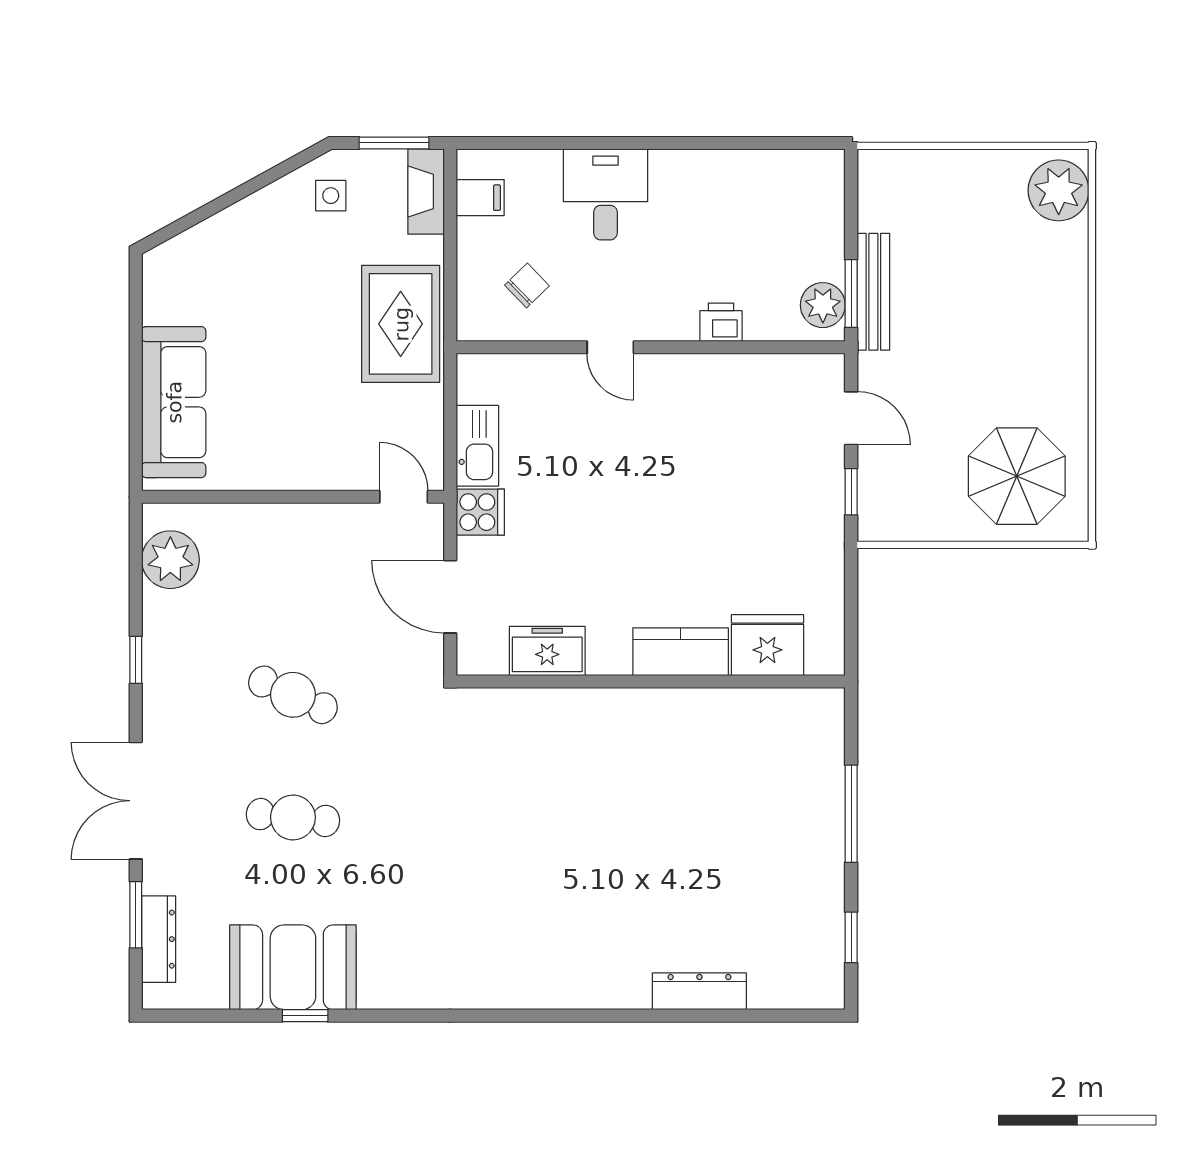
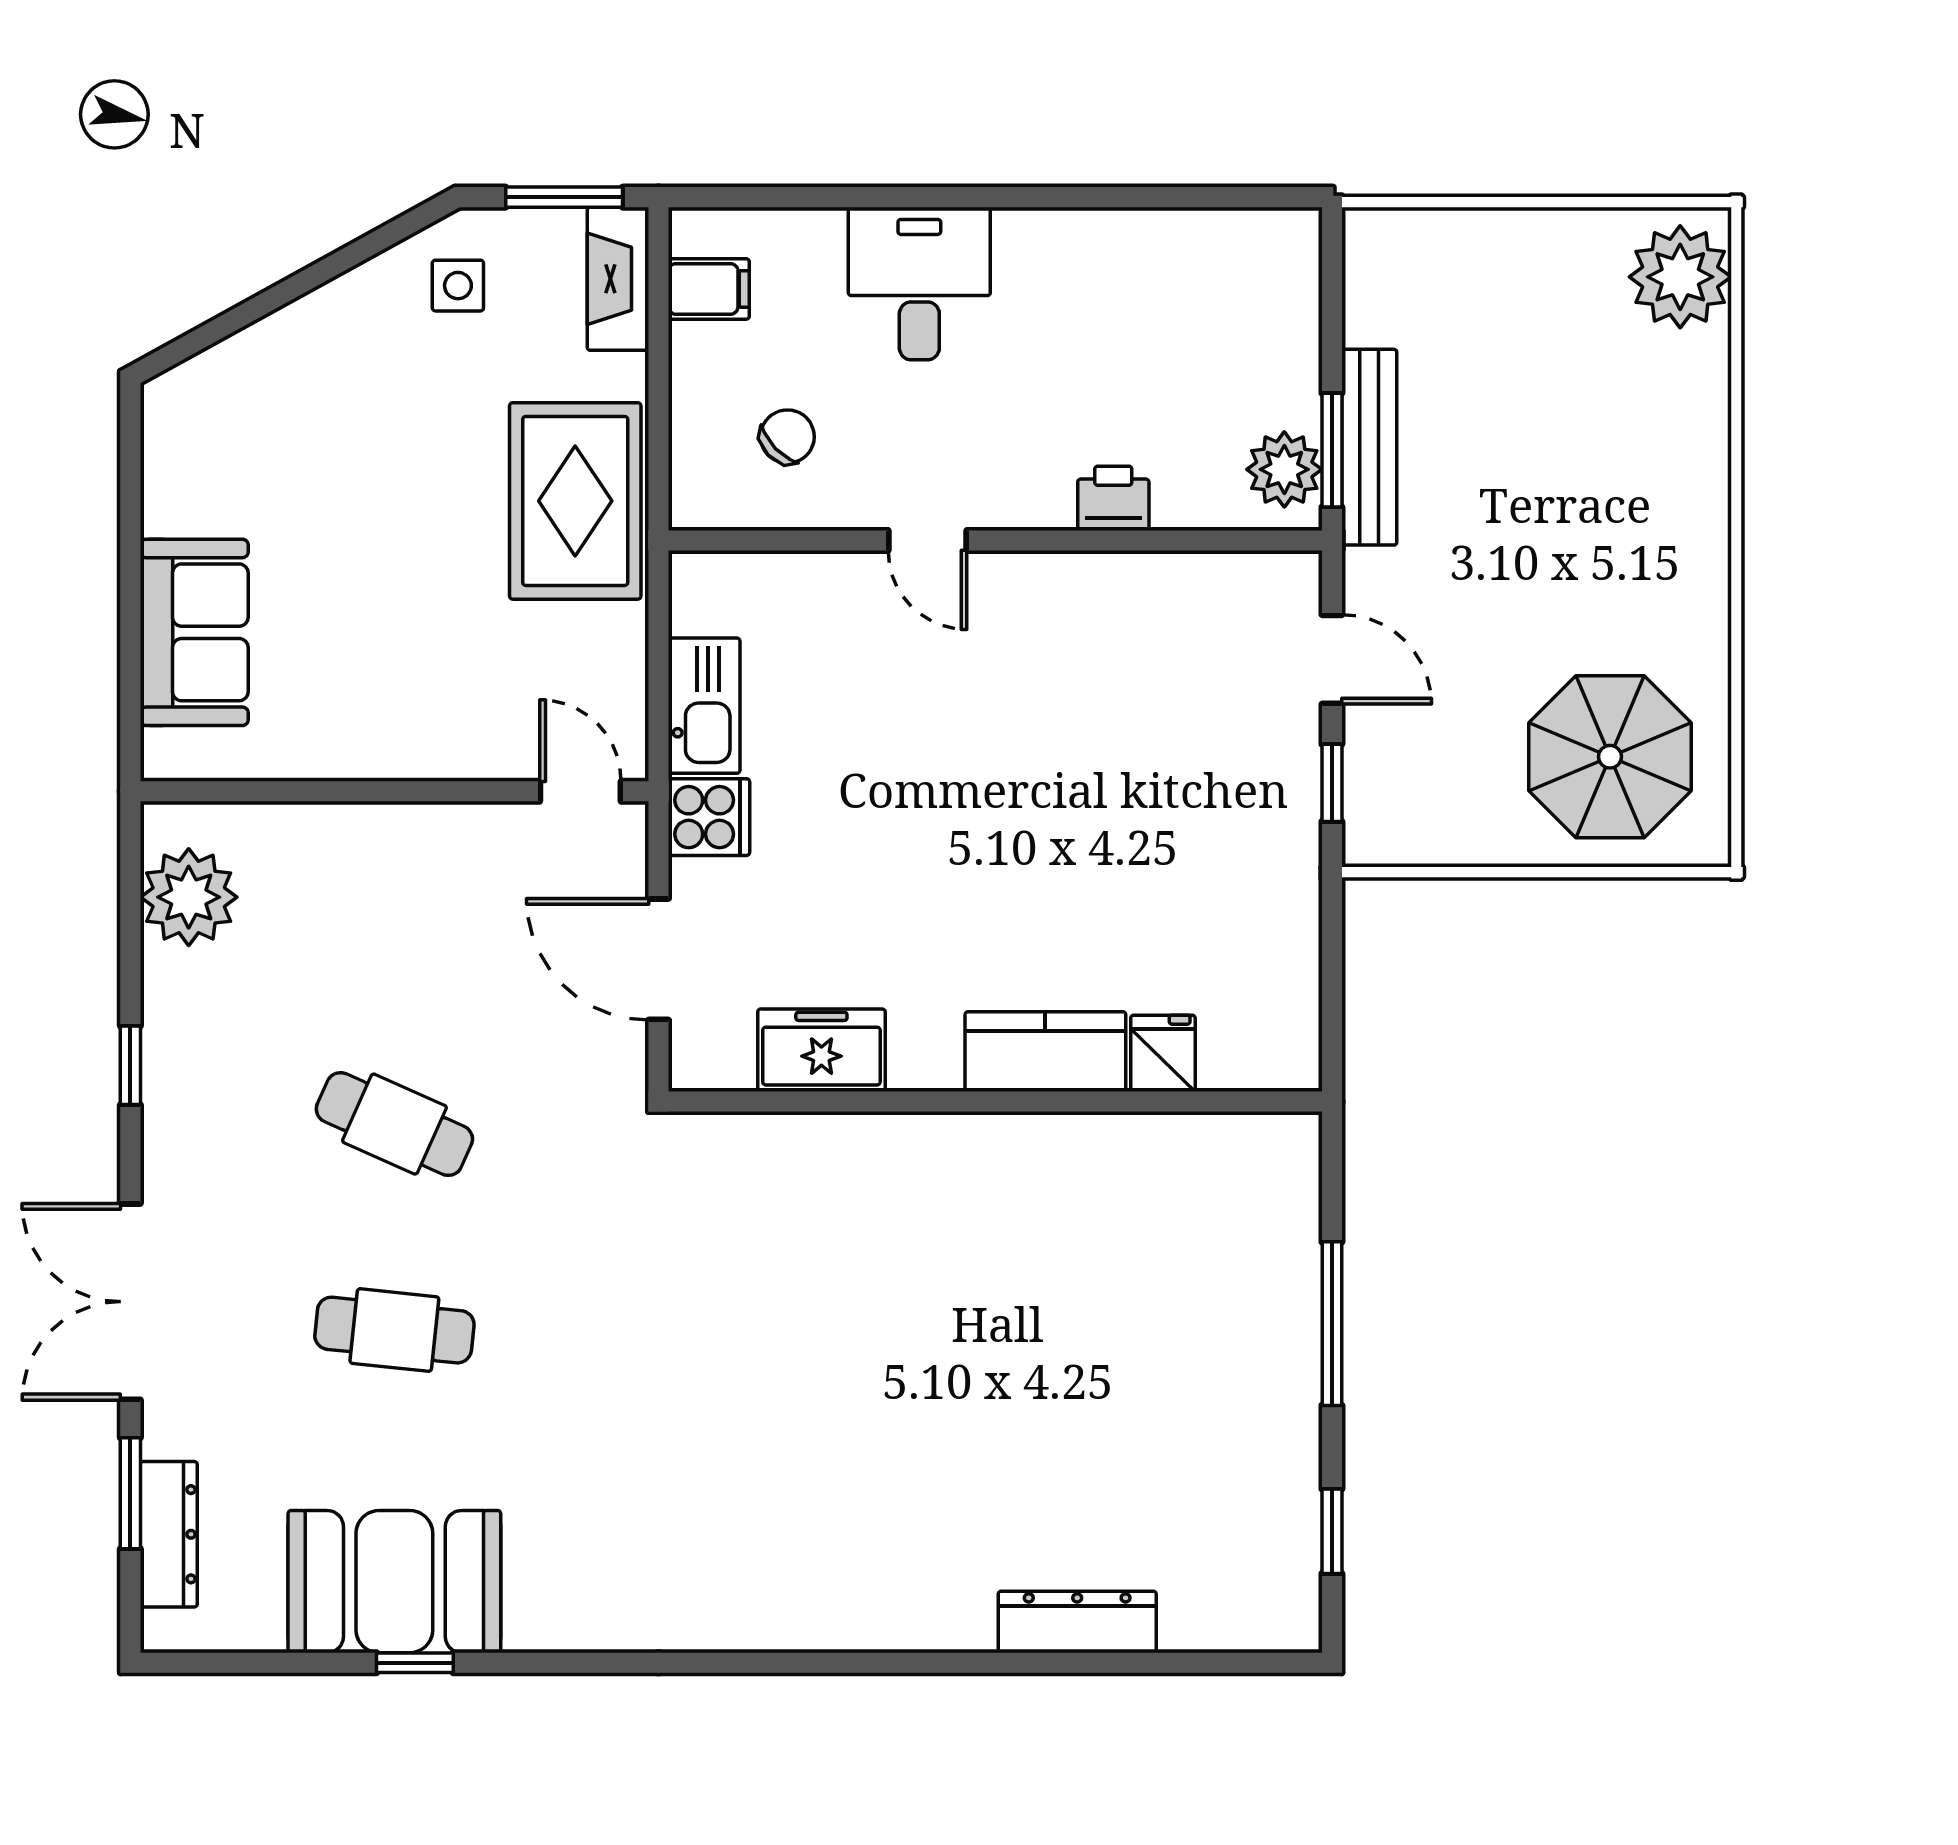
sofa: (174, 402) -> (194, 632), width x0.73
fridge: (767, 645) -> (1163, 1053), width x0.53, depth x0.75

